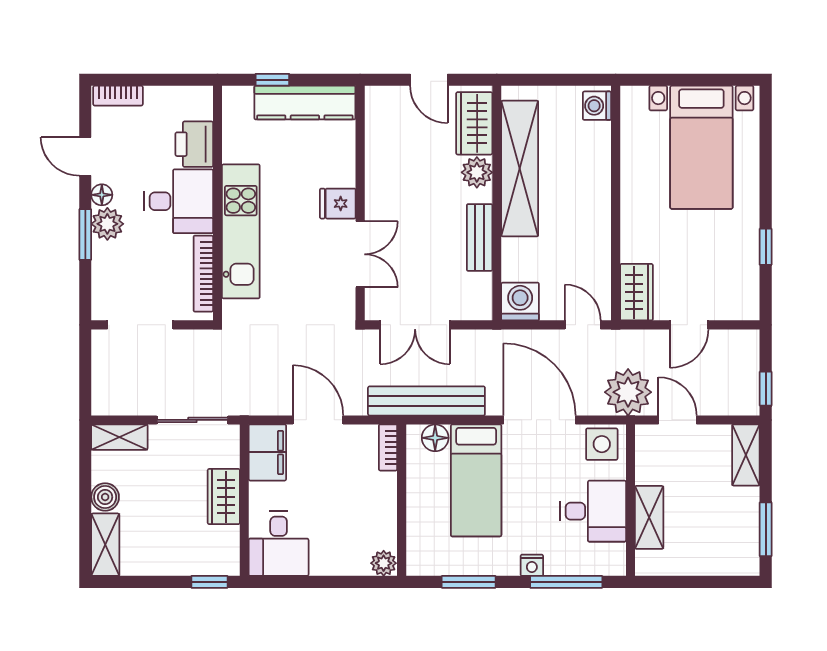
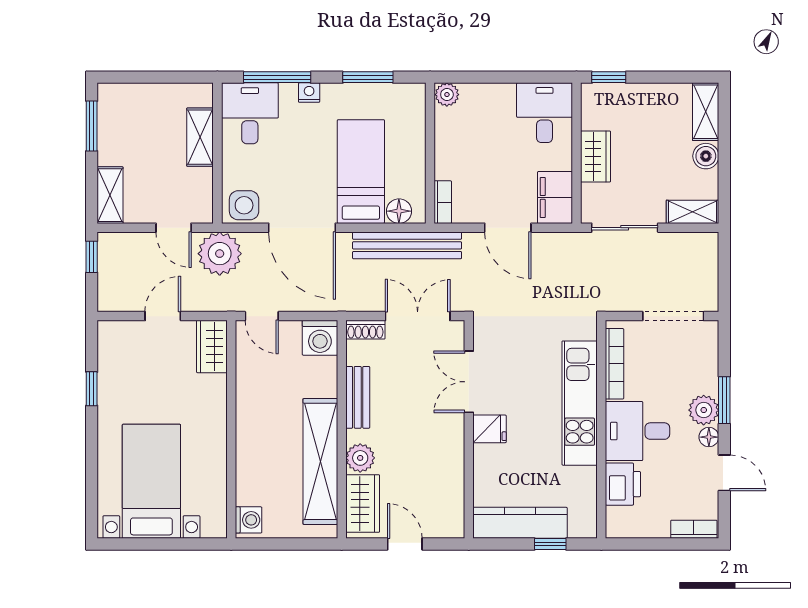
shoe rack: (471, 310) -> (365, 330), added
desk: (593, 511) -> (250, 113), moved, turned 90

